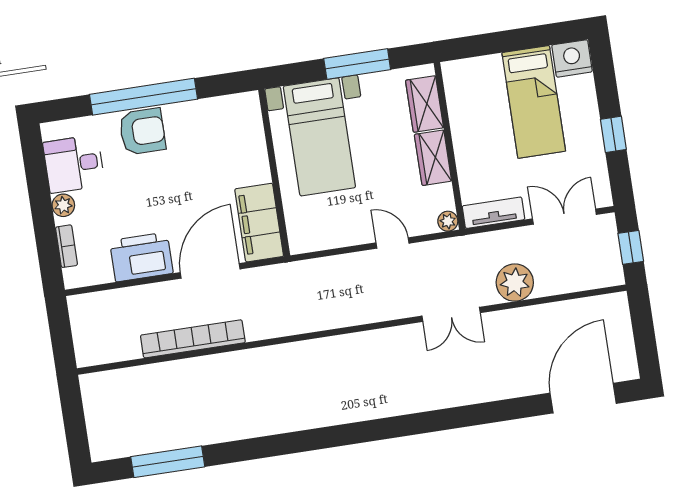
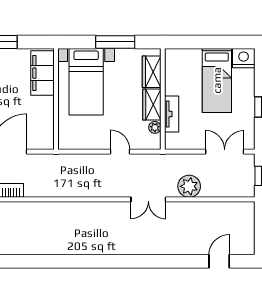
tv unit: (493, 213) -> (172, 114), moved, turned 90
plant: (448, 221) -> (155, 127), moved
filing cabinet: (259, 223) -> (42, 73), moved
door: (583, 398) -> (219, 261), width x0.53

